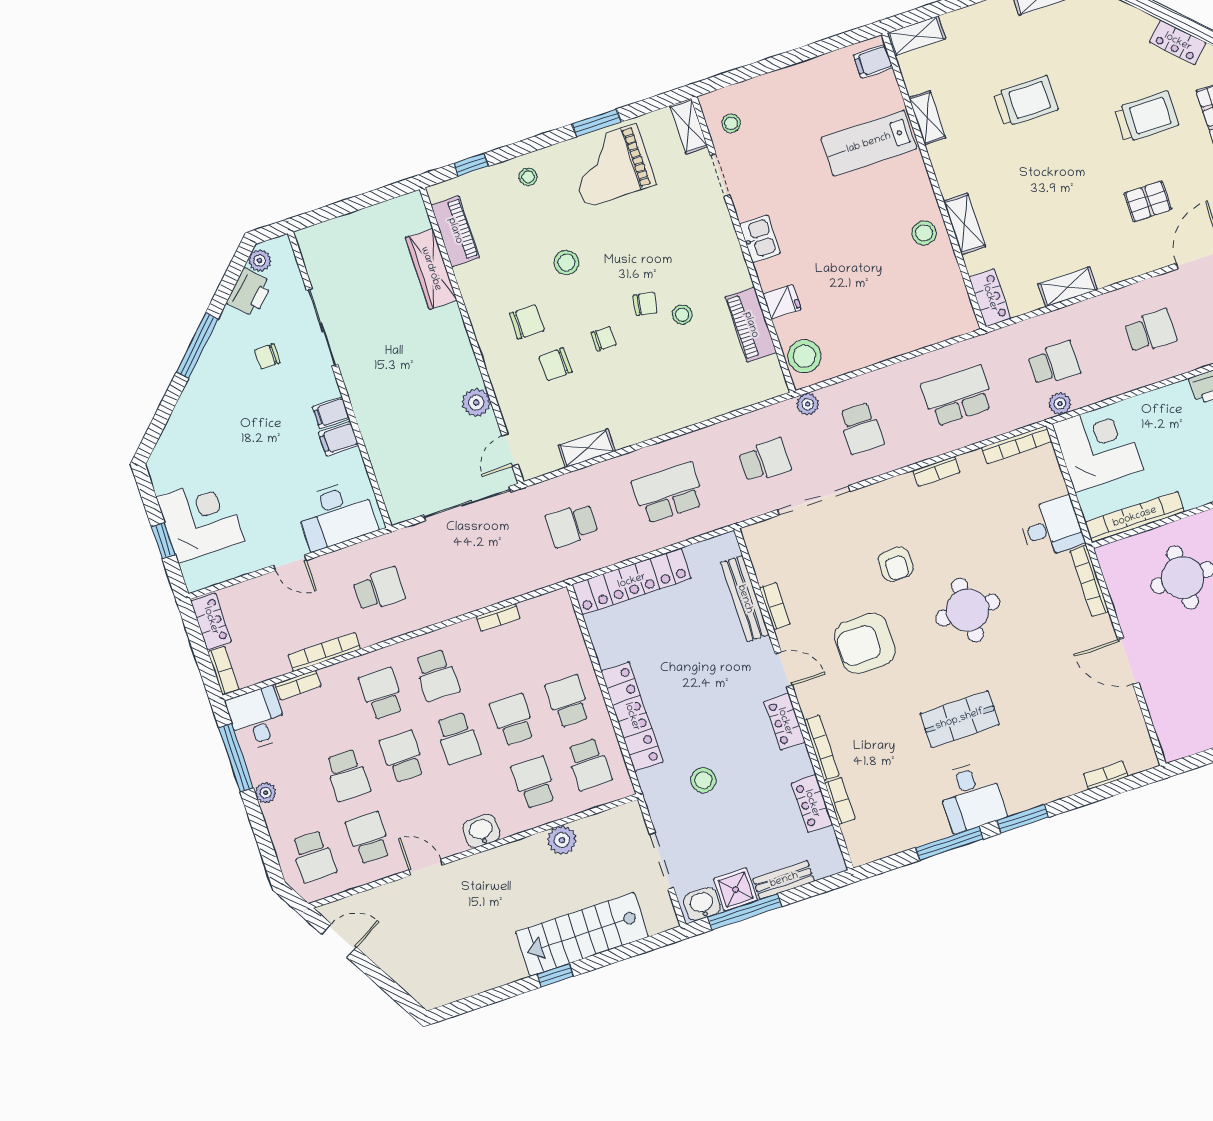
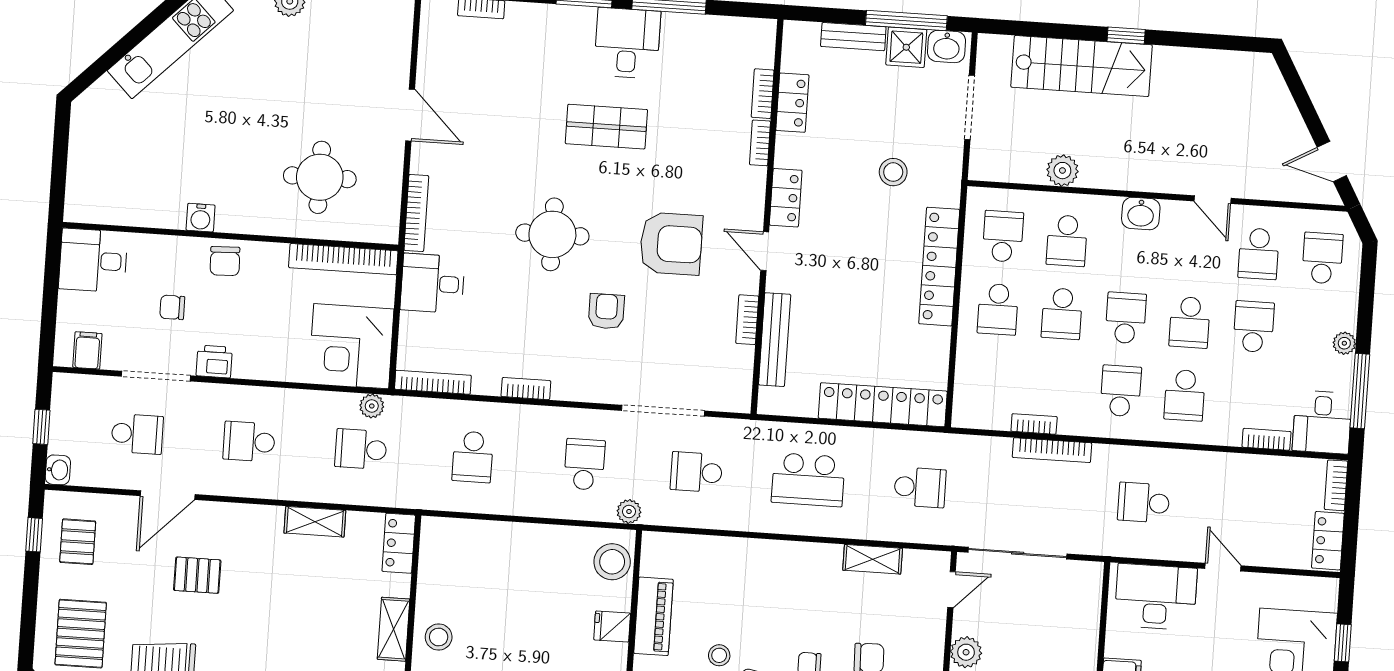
school desk: (958, 396) -> (473, 457), width x0.54
bookcase: (324, 652) -> (1052, 450), moved
bookcase: (821, 748) -> (760, 143), width x0.64

